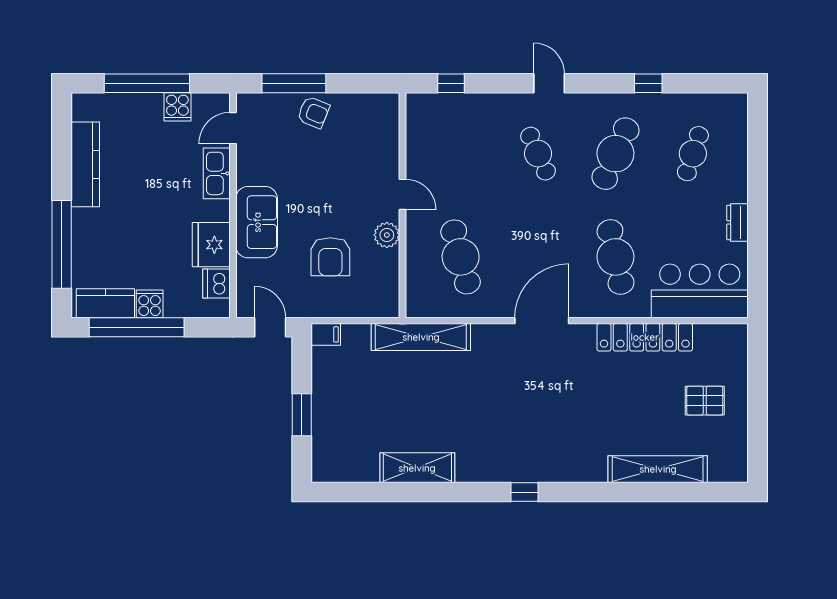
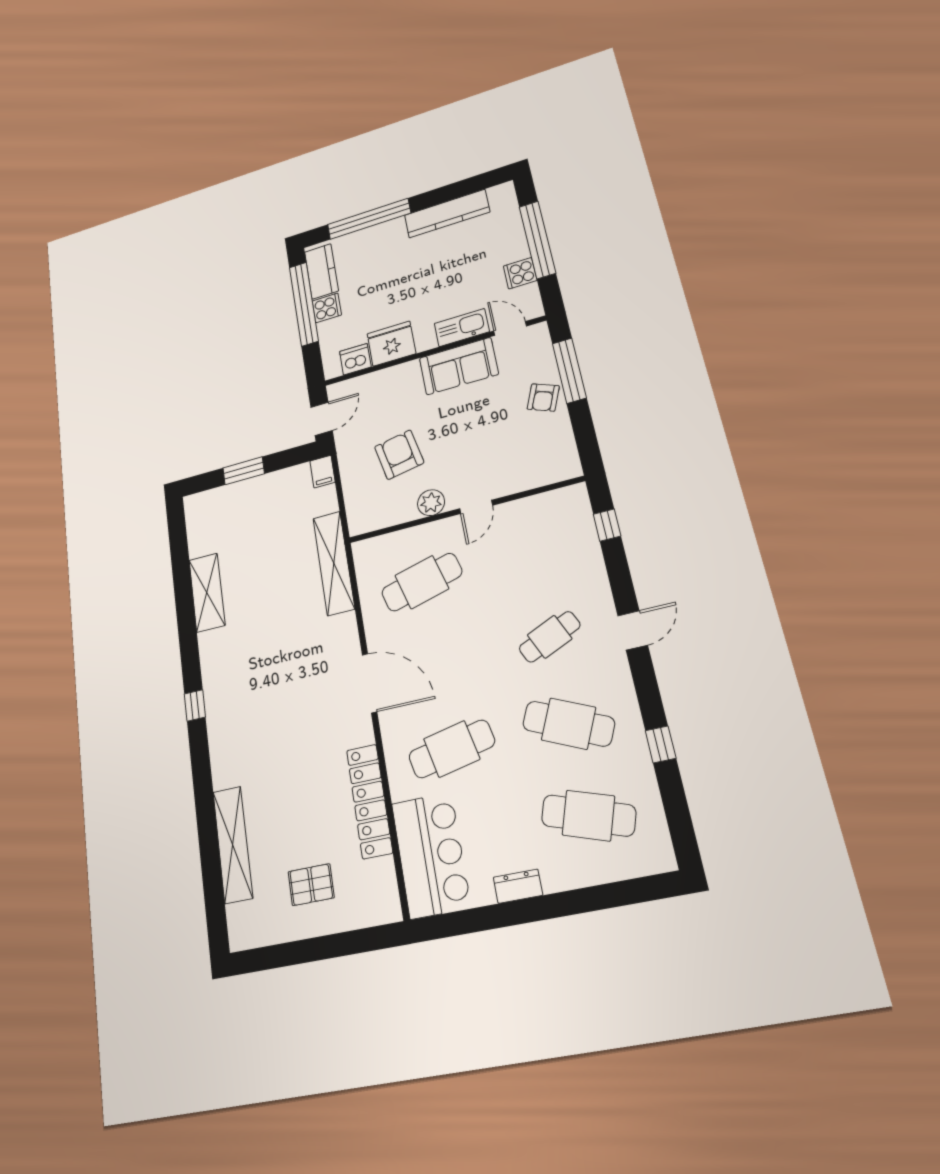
cafe table: (693, 154) -> (588, 815), width x1.37, depth x1.35
sofa: (257, 222) -> (459, 366), moved
armchair: (330, 257) -> (399, 455), turned 79
pallet: (705, 401) -> (311, 885), turned 90

